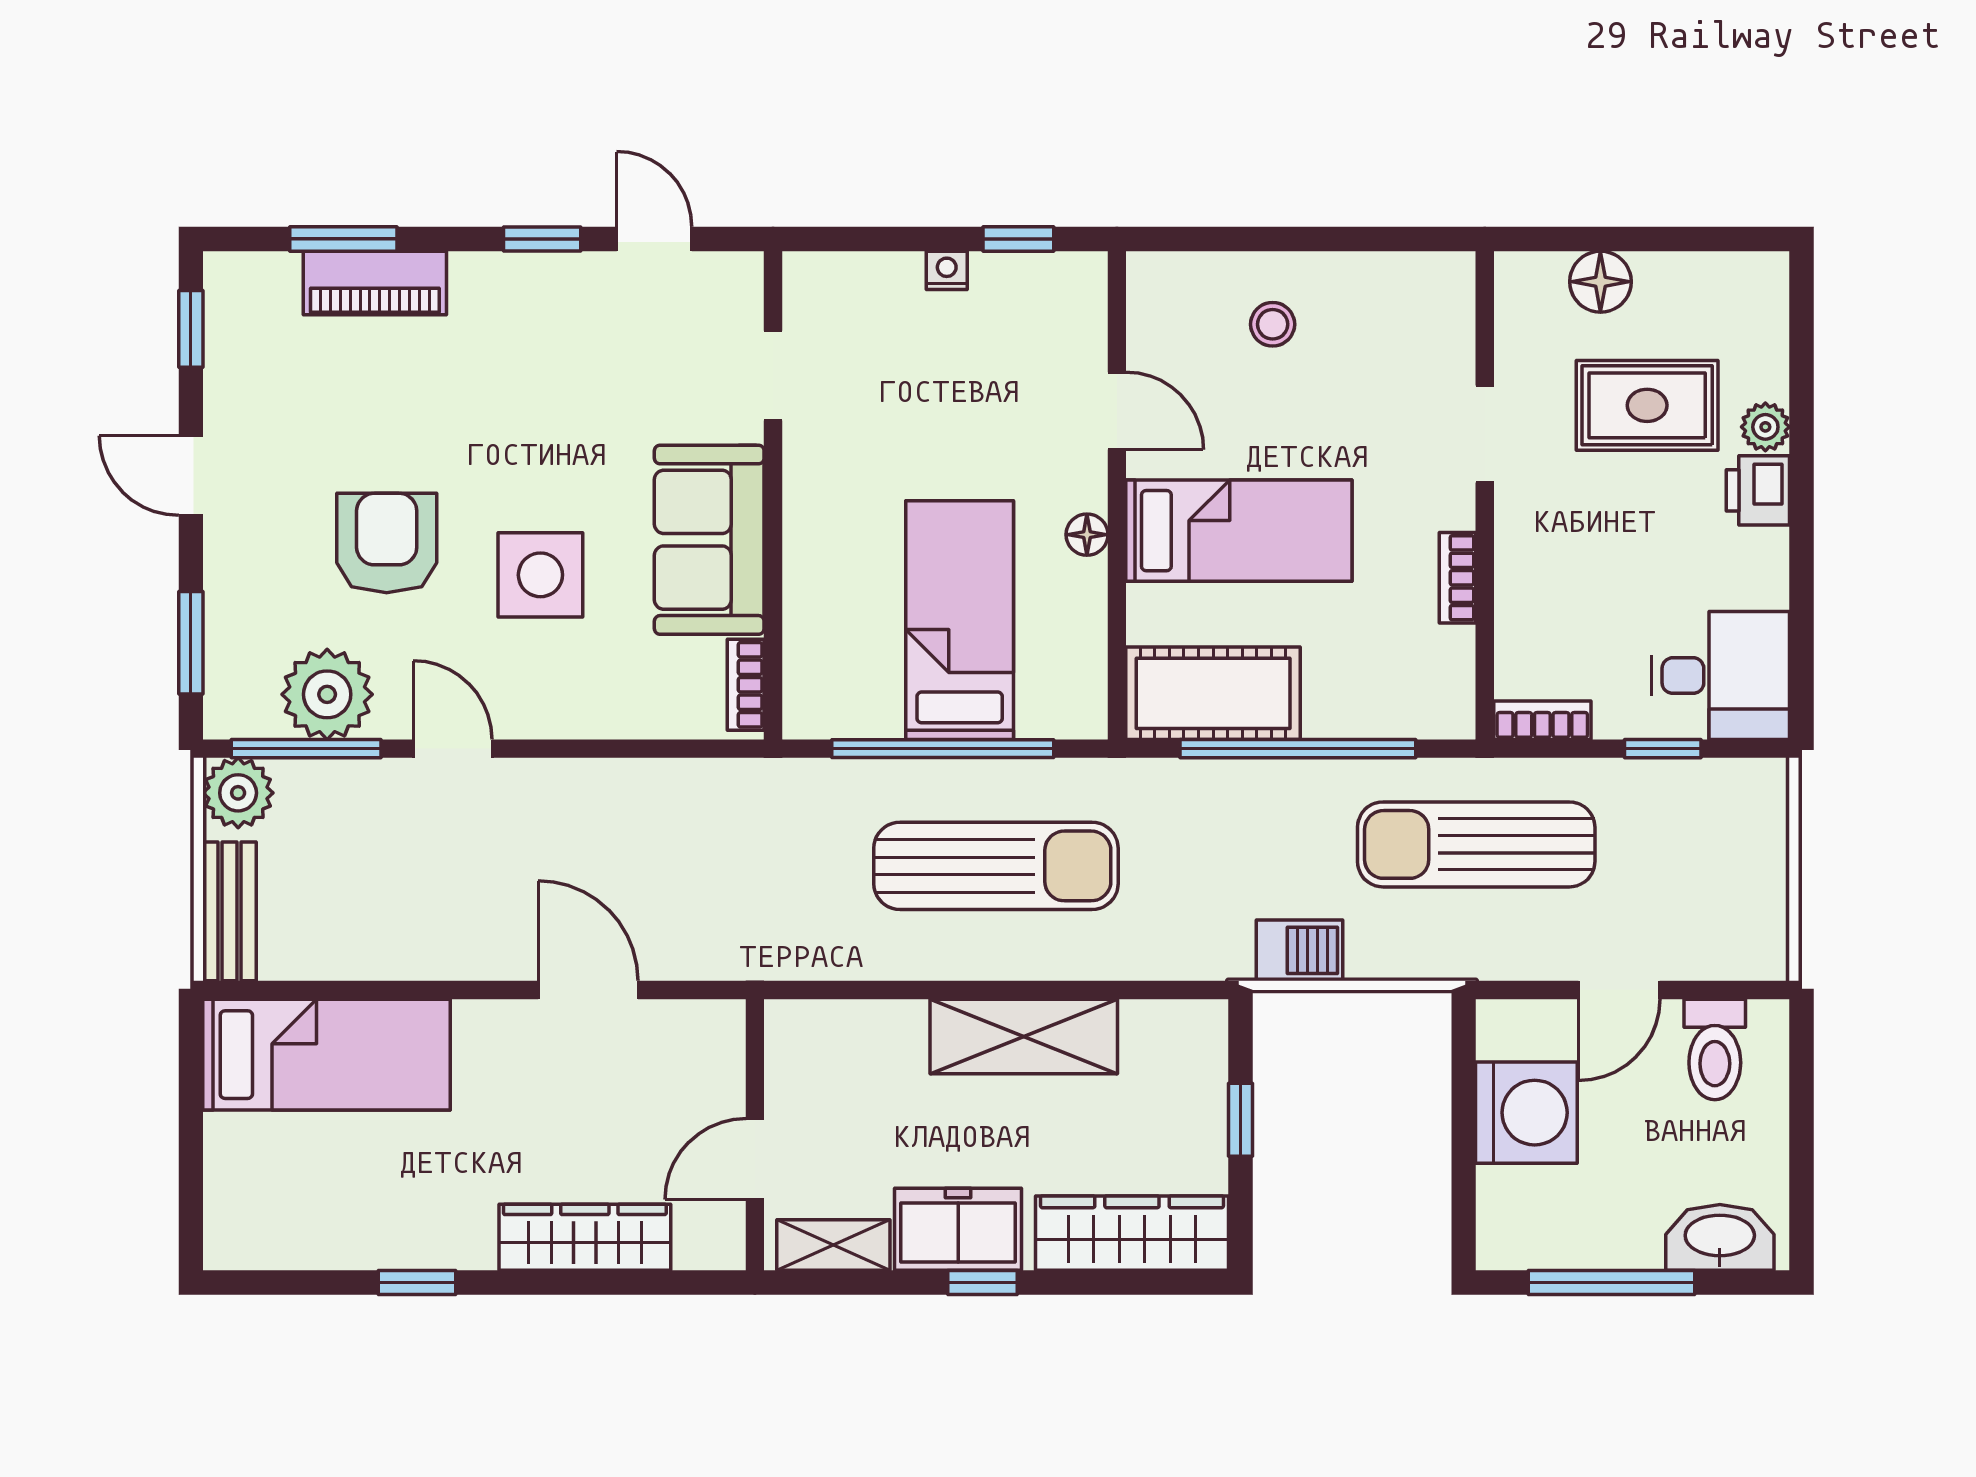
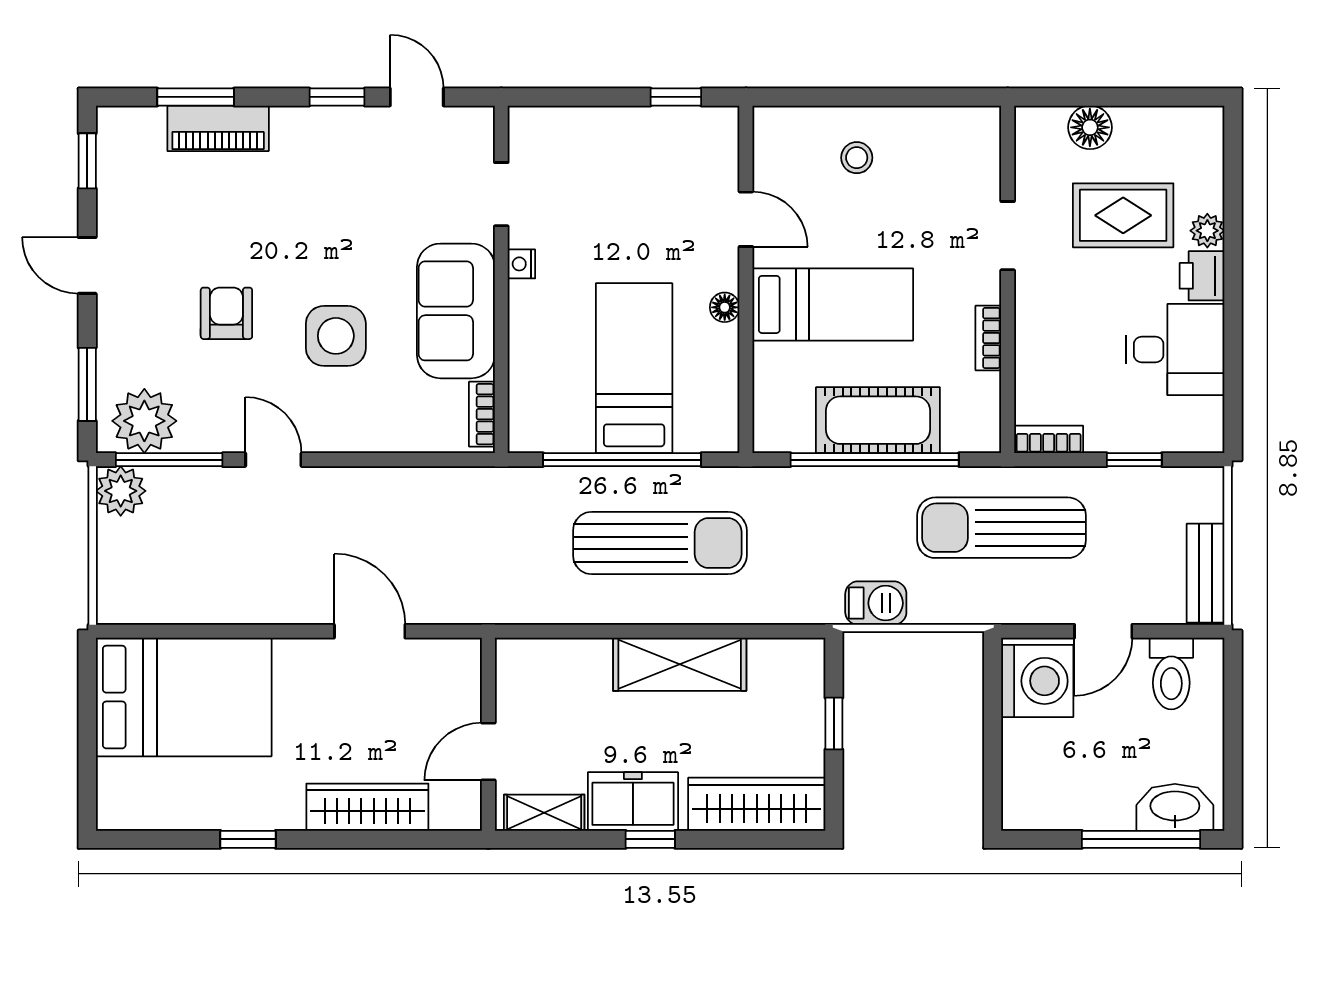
nightstand: (947, 270) -> (521, 264), moved, turned -90
armchair: (387, 543) -> (226, 313), width x0.72, depth x0.72
desk: (1720, 676) -> (1175, 350), moved
cot: (1213, 693) -> (878, 420), moved
plant: (327, 694) -> (144, 421), moved
bench: (230, 911) -> (1205, 573), moved
bed: (327, 1055) -> (184, 697), width x1.50
washing machine: (1526, 1113) -> (1037, 681), moved
window: (1612, 1283) -> (1141, 839), moved

